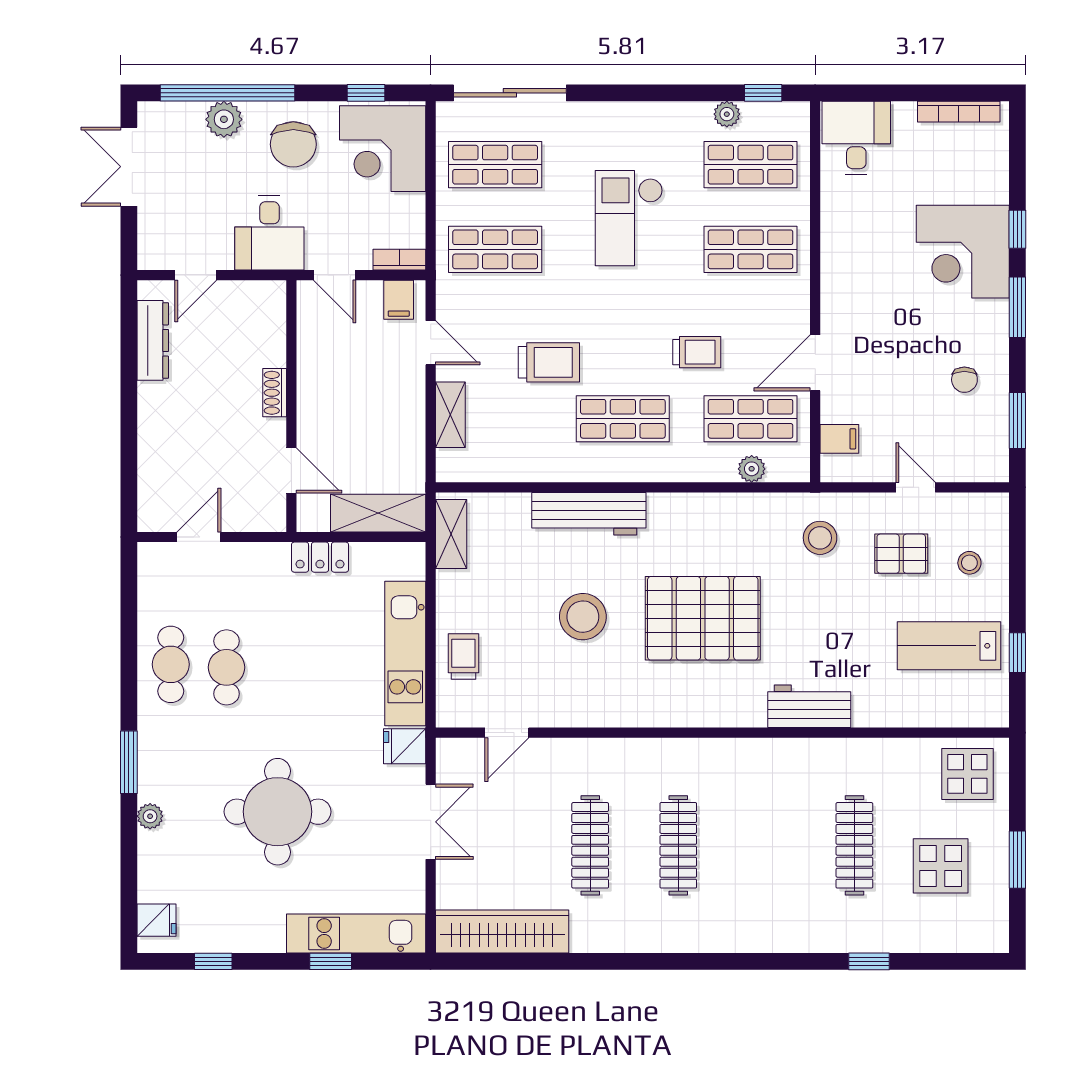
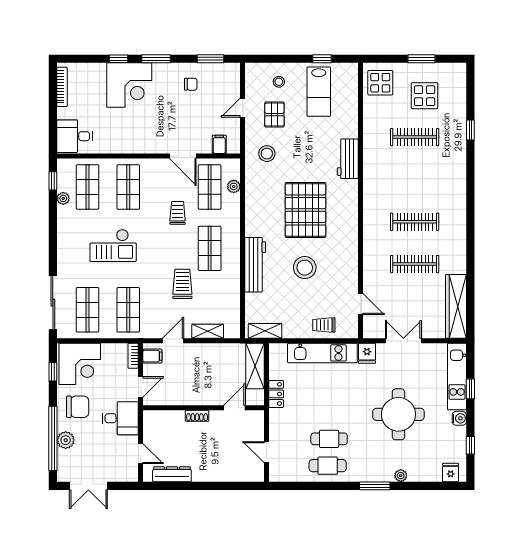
water cooler: (269, 938) -> (459, 418), added

